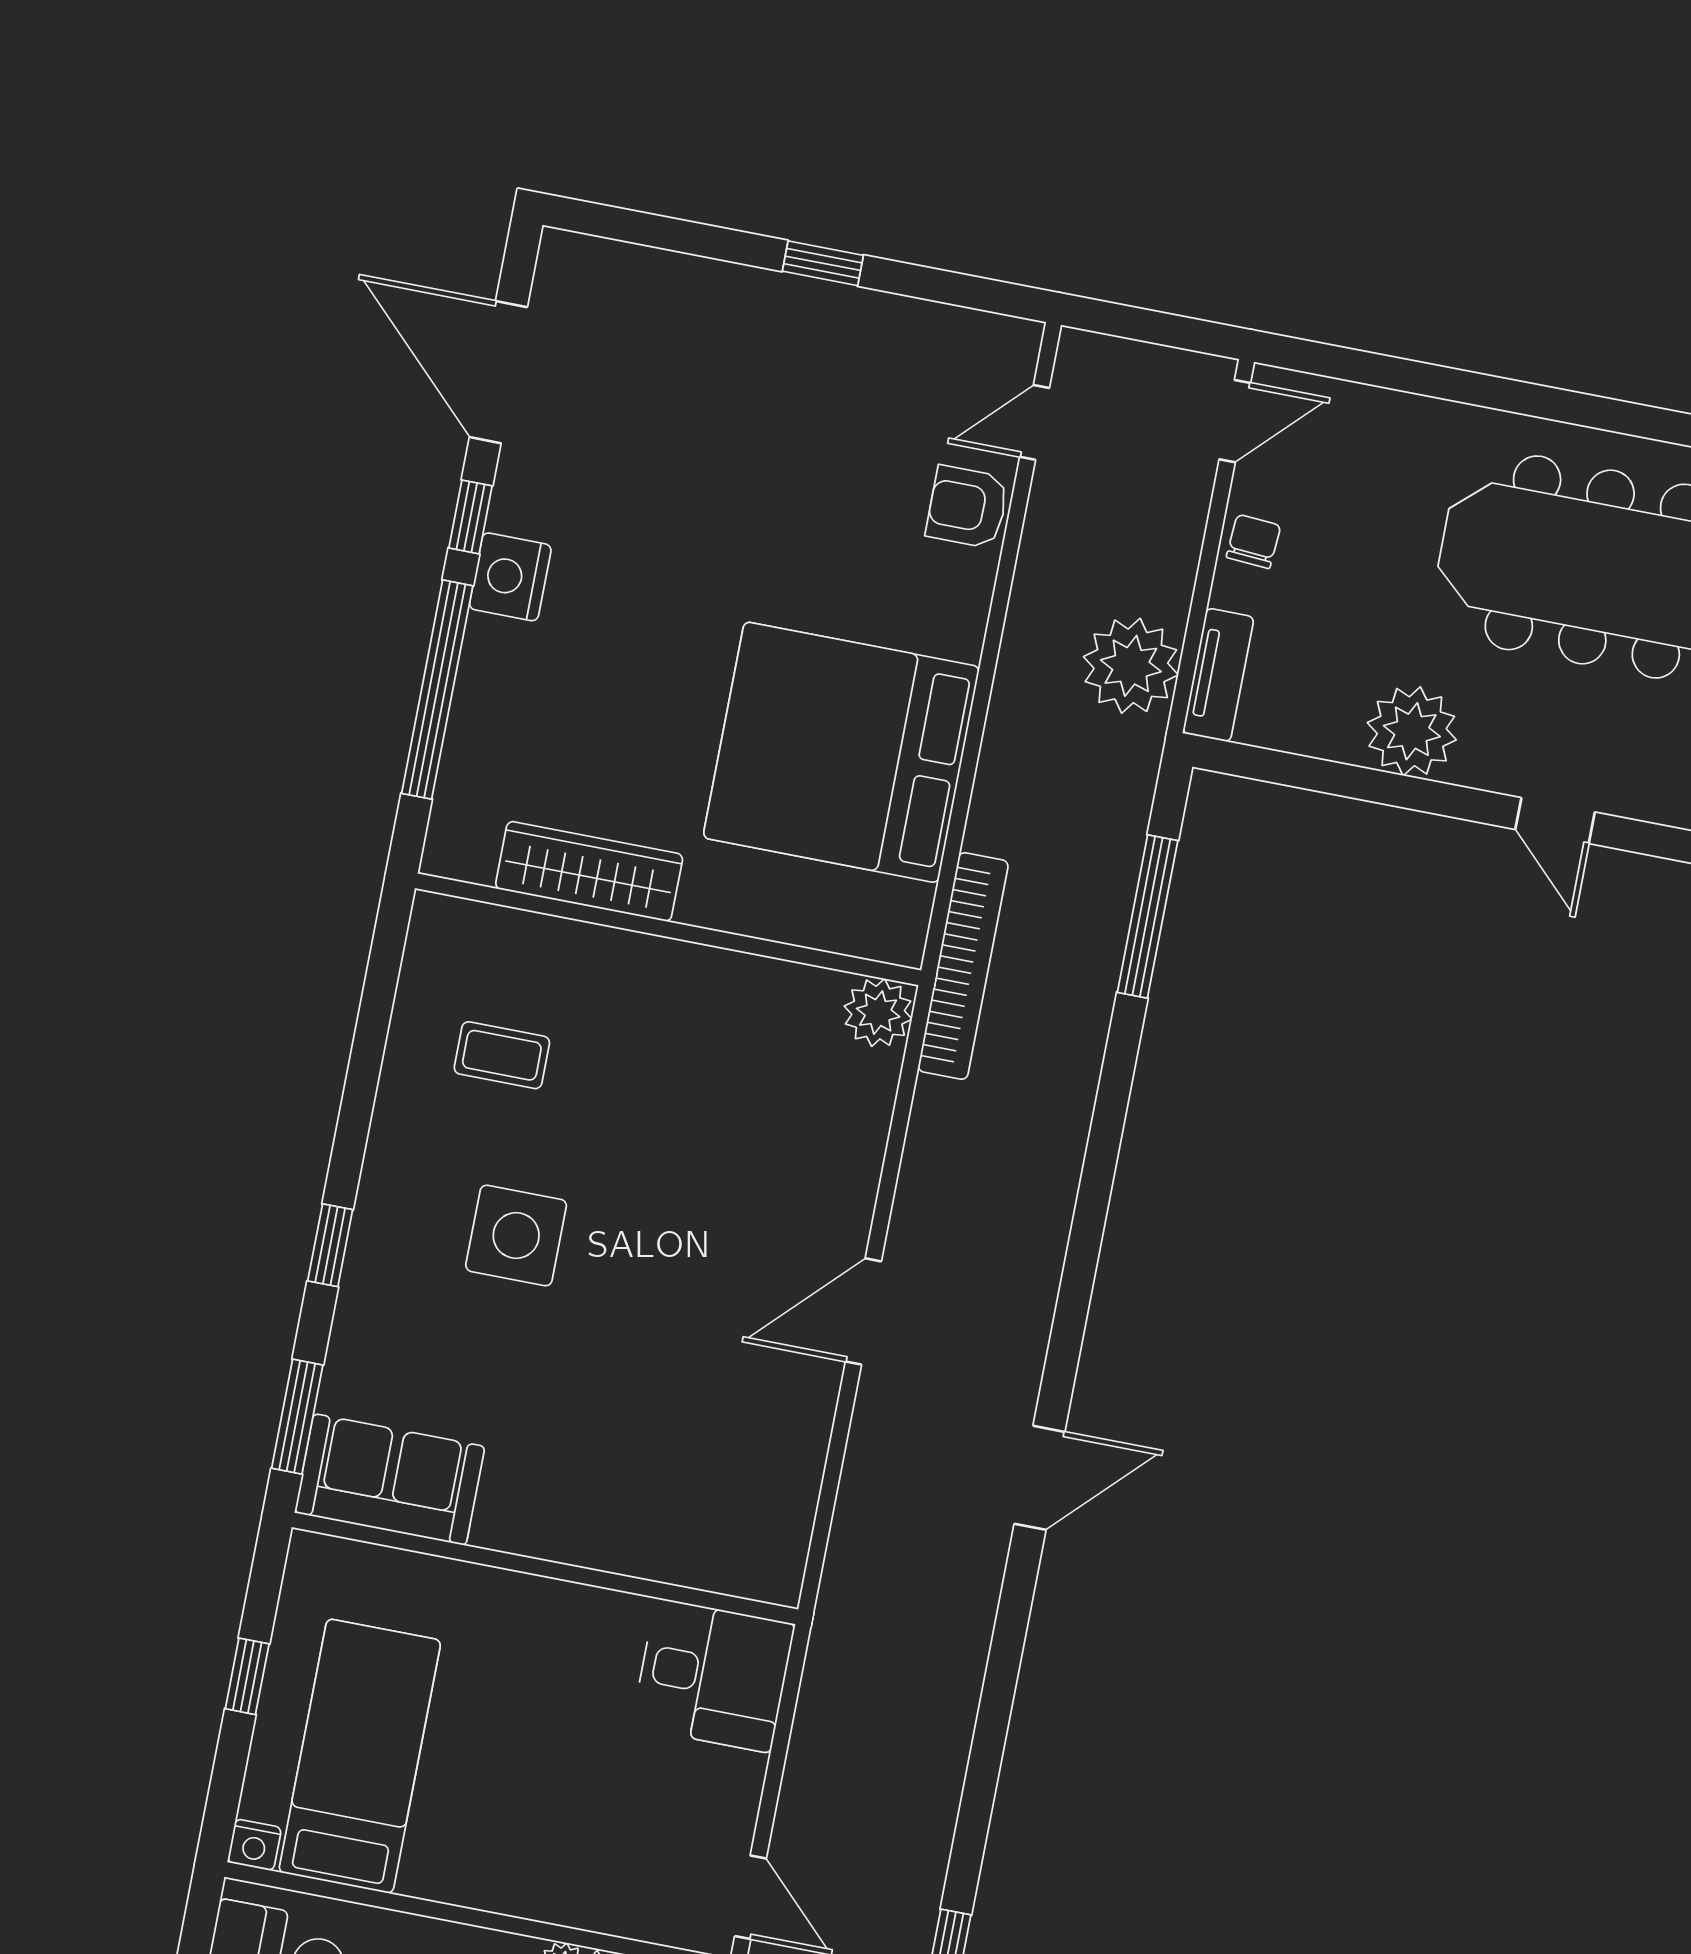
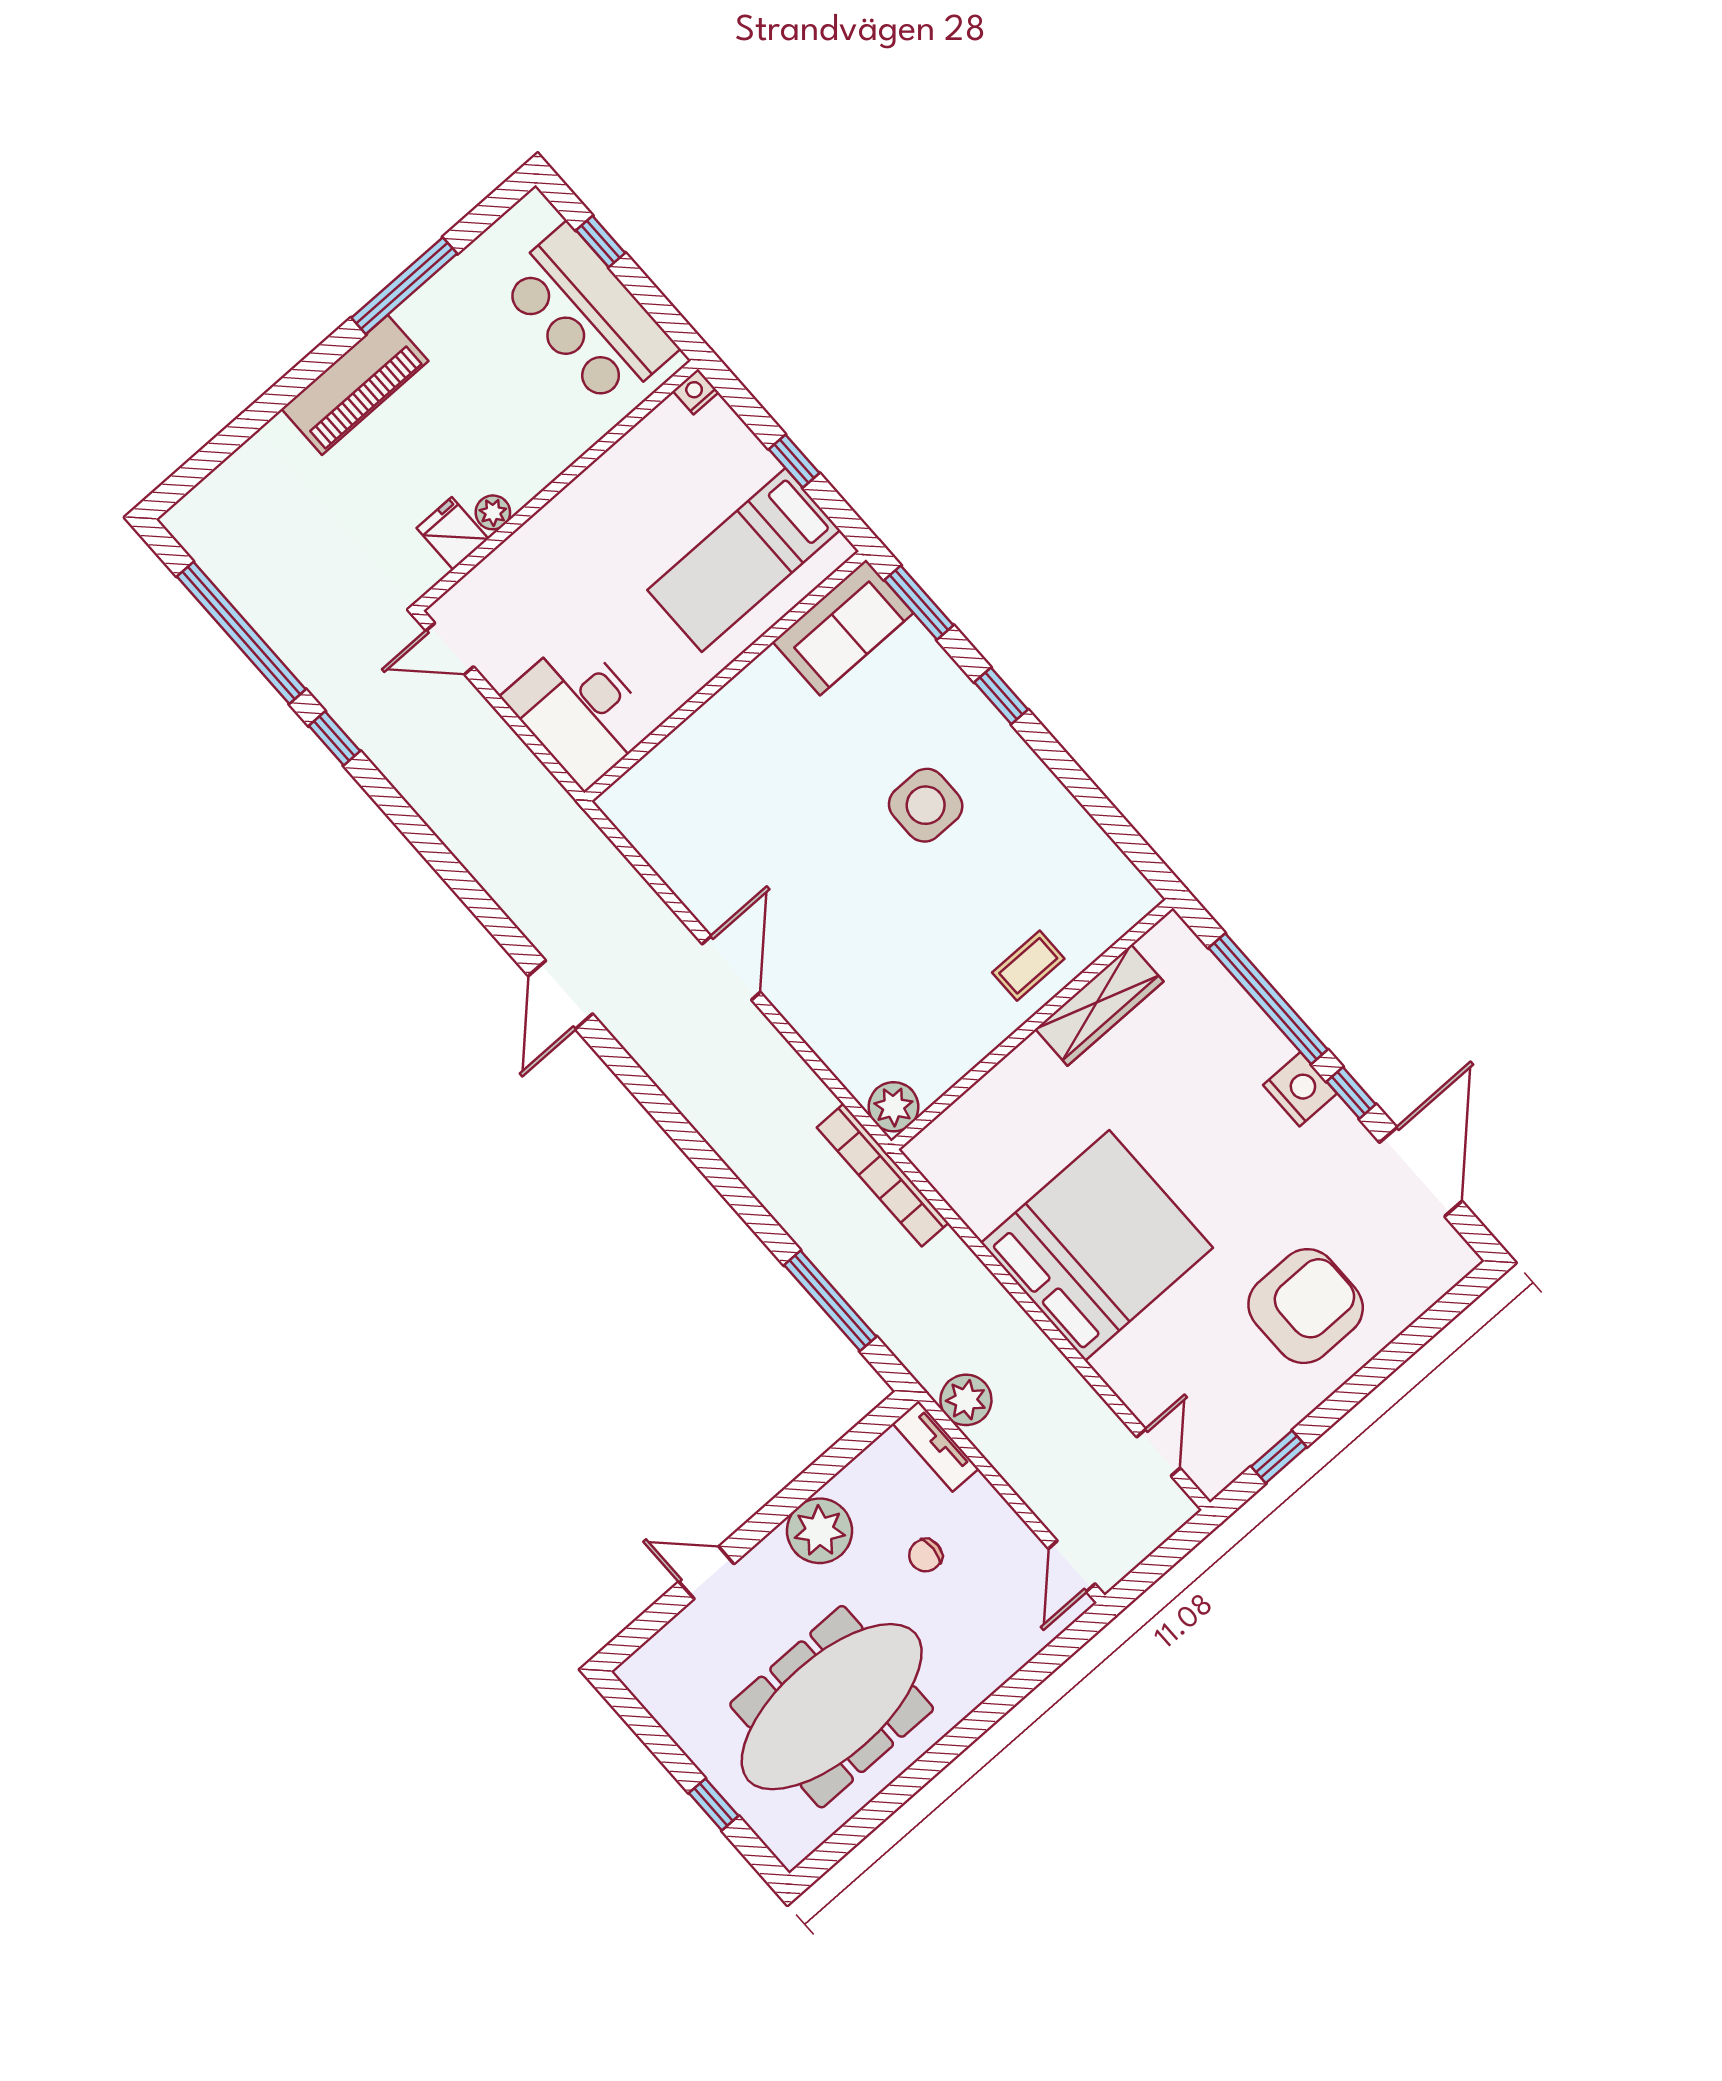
window: (823, 263) -> (1279, 1457), moved
door: (498, 372) -> (1421, 1172), hinge flipped
armchair: (967, 507) -> (1306, 1306), moved, width x1.88, depth x1.88
chair: (1253, 541) -> (925, 1555), moved, turned 89
plant: (1131, 666) -> (966, 1400), width x0.73, depth x0.73
bed: (841, 752) -> (1097, 1245), moved
coffee table: (502, 1055) -> (1028, 966), moved
desk: (713, 1675) -> (580, 711), width x1.37
bed: (360, 1756) -> (744, 560), moved, turned 90

